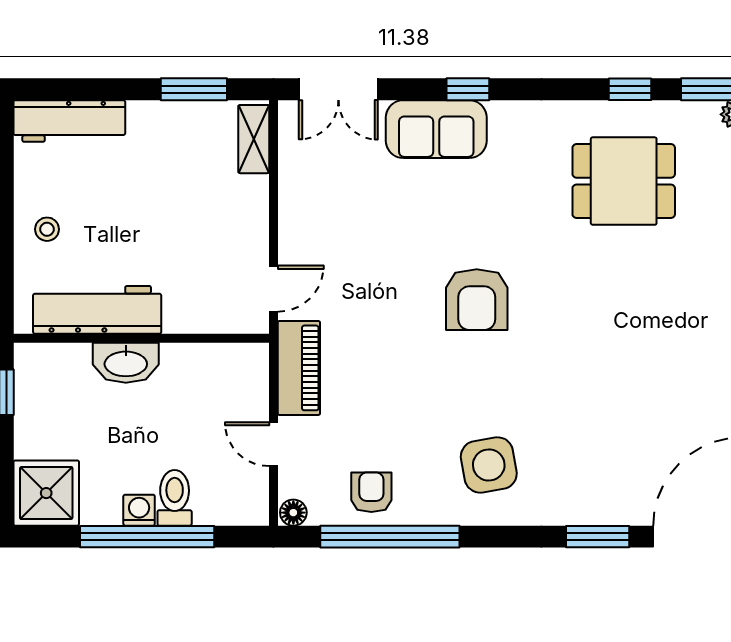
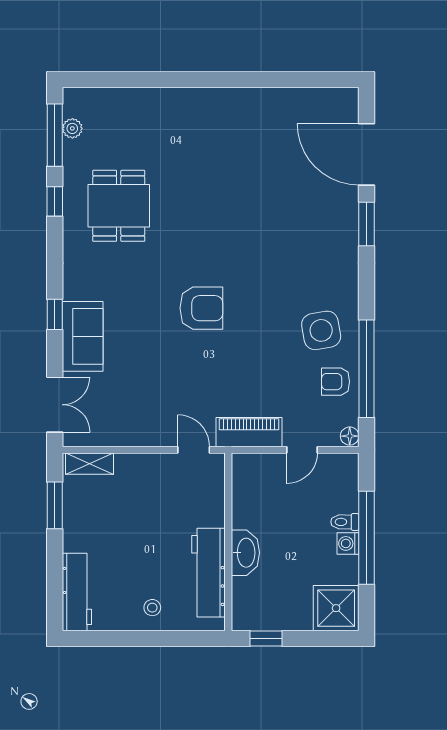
side table: (489, 465) -> (321, 330), moved
toilet: (175, 498) -> (345, 522), width x0.73, depth x0.72

